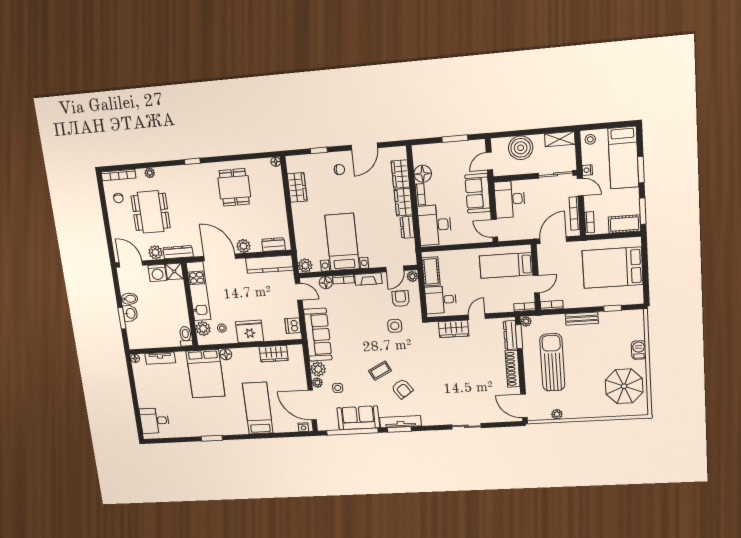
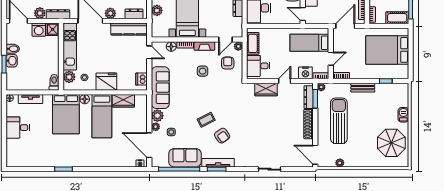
plant: (305, 265) -> (157, 10), moved
nightstand: (504, 305) -> (305, 73), added
side table: (395, 326) -> (203, 71), moved
bed: (258, 408) -> (102, 116), moved, turned 180
desk: (155, 421) -> (18, 128), moved

